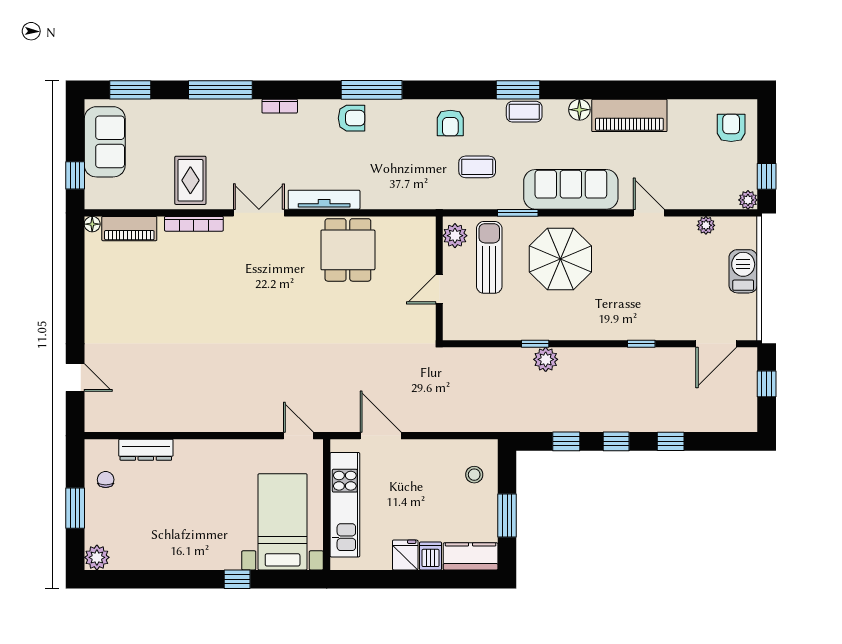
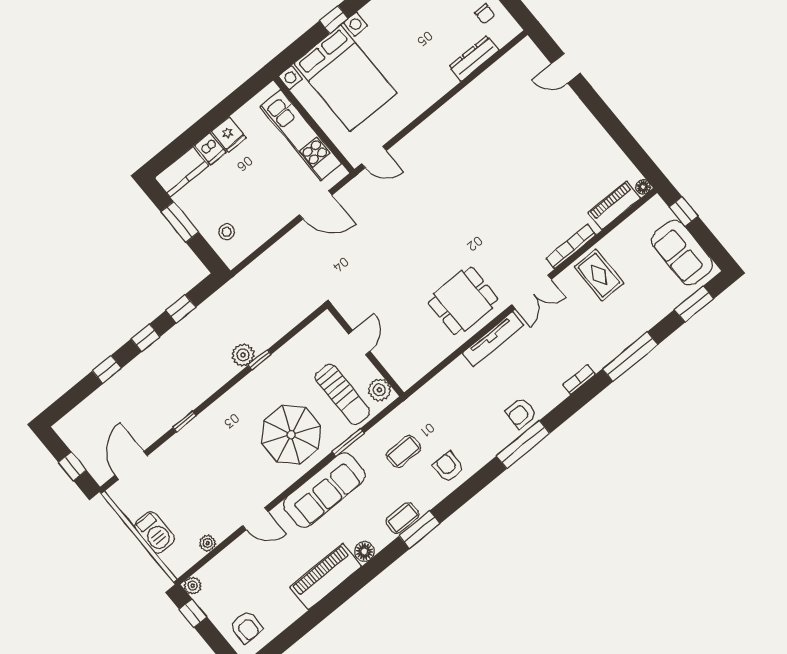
dining table: (348, 250) -> (463, 301), moved, turned 90
bed with nightstands: (283, 522) -> (345, 78), width x1.36

